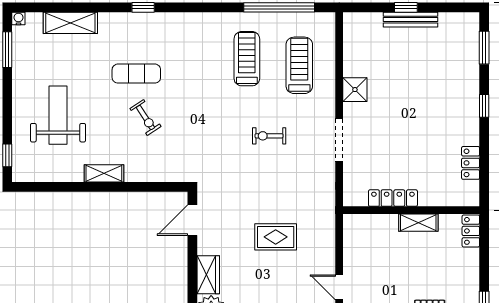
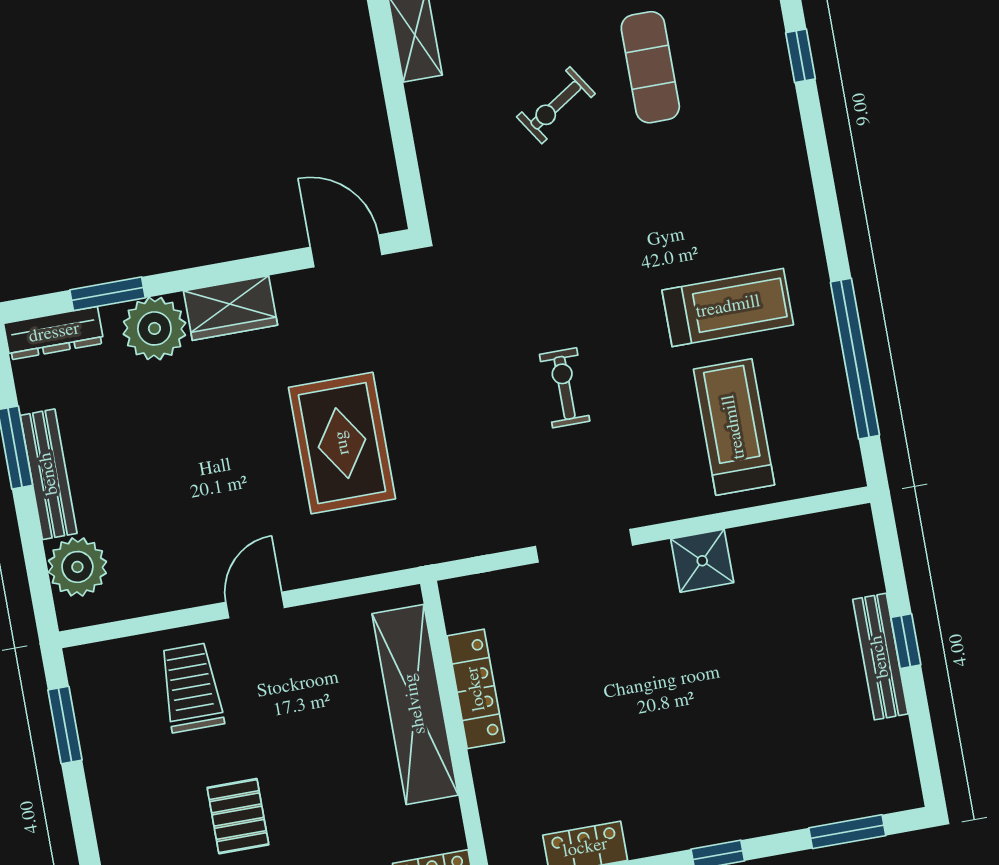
treadmill: (299, 65) -> (734, 427), turned -90
shelving: (418, 223) -> (415, 704), width x2.20, depth x1.33
rug: (276, 237) -> (342, 443), width x1.36, depth x1.43

